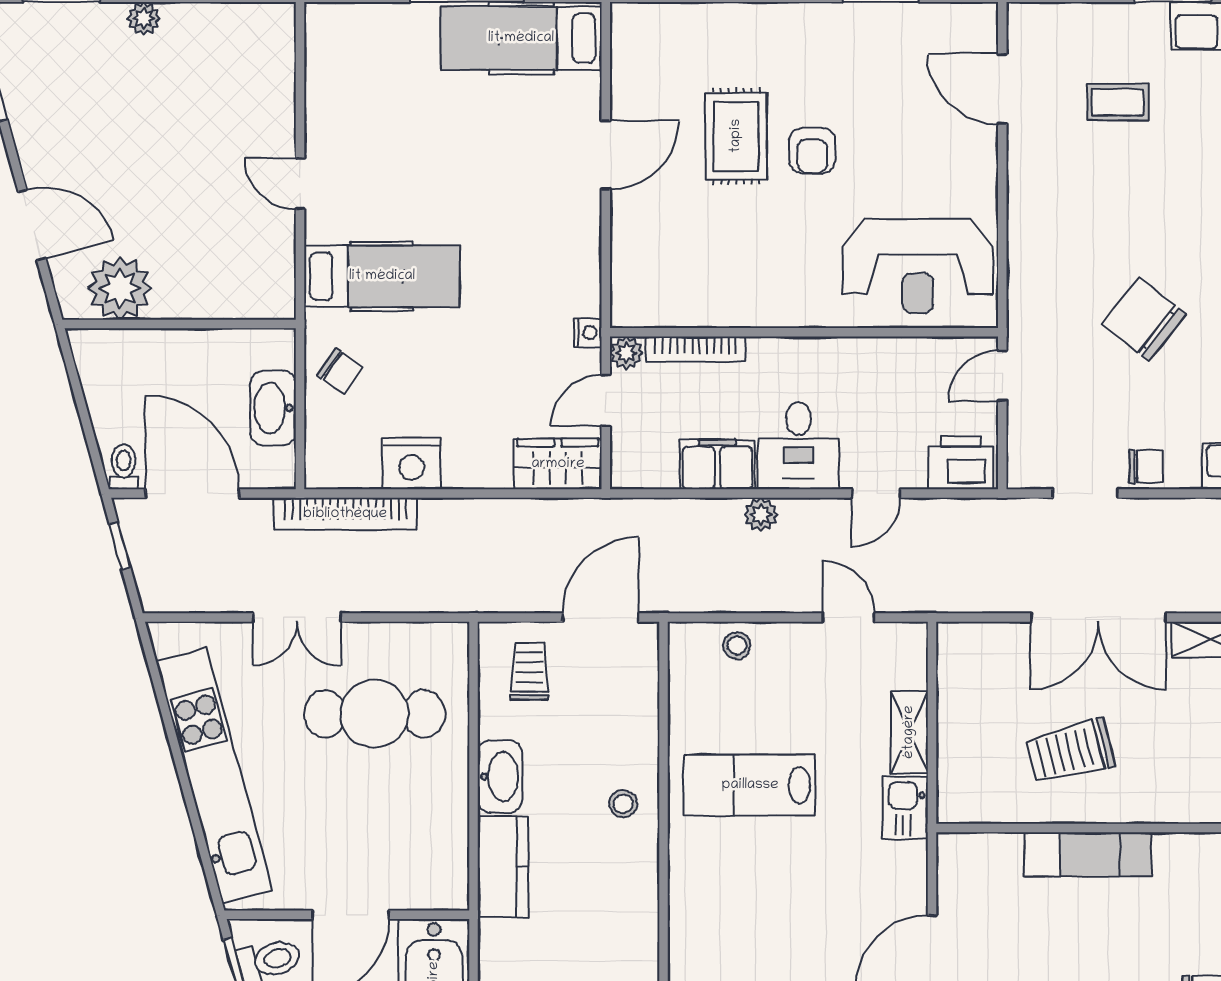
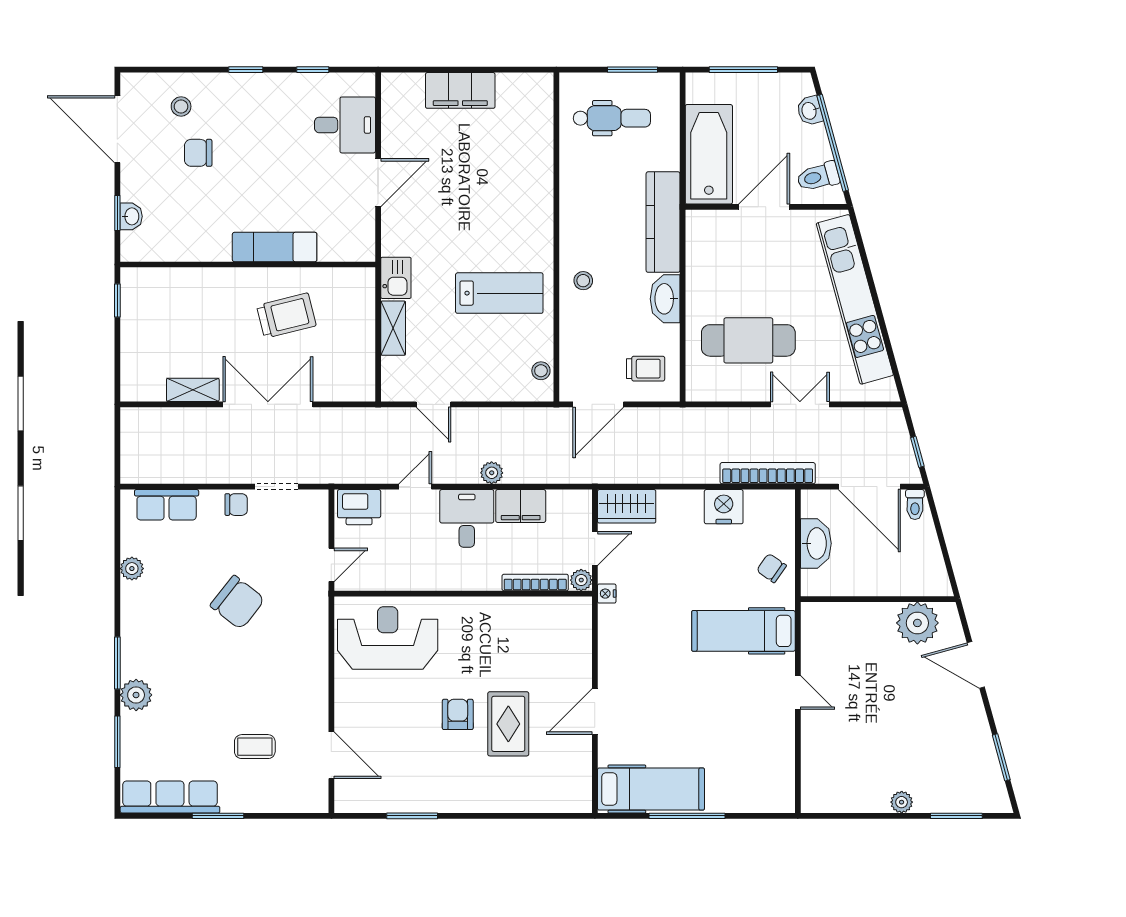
chair: (1146, 467) -> (236, 505), turned 180
stool: (737, 645) -> (541, 371), moved
trolley: (529, 671) -> (646, 369), turned -90
kitchen counter: (503, 867) -> (663, 222), width x1.50

